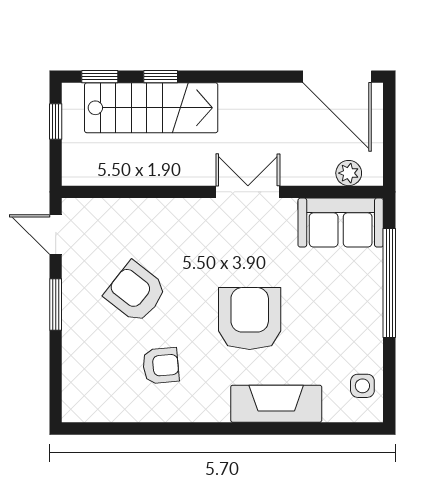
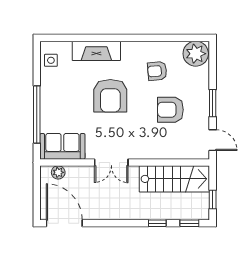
stairs: (151, 108) -> (174, 179), moved, turned 180
armchair: (136, 292) -> (170, 110), turned 142
plant: (88, 398) -> (196, 54), added

